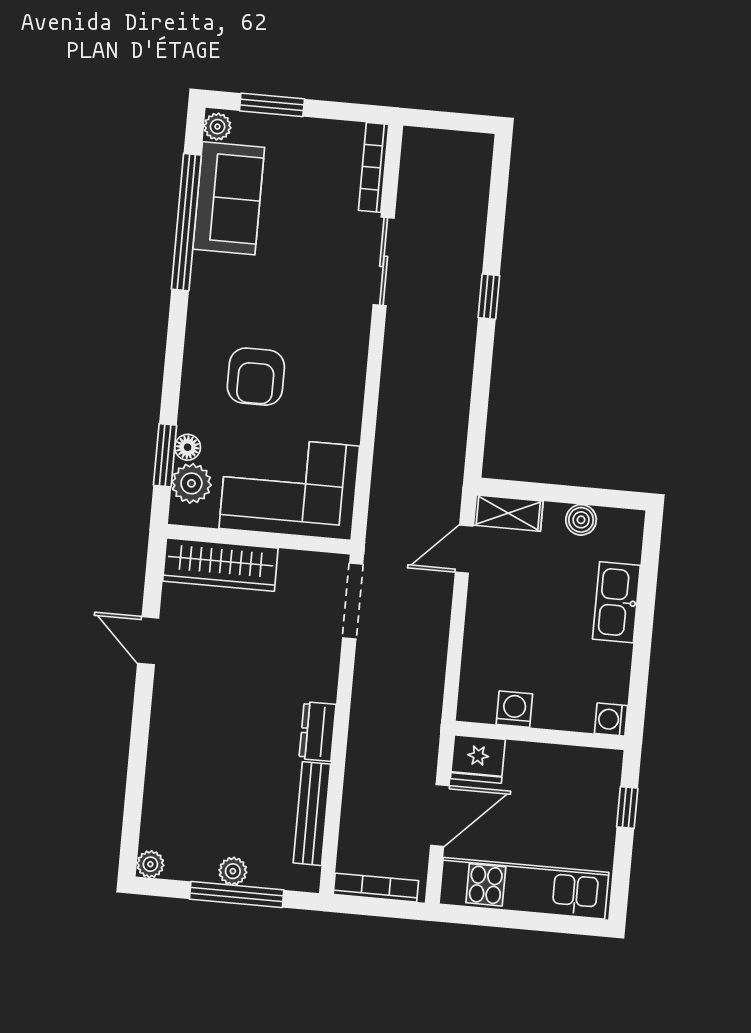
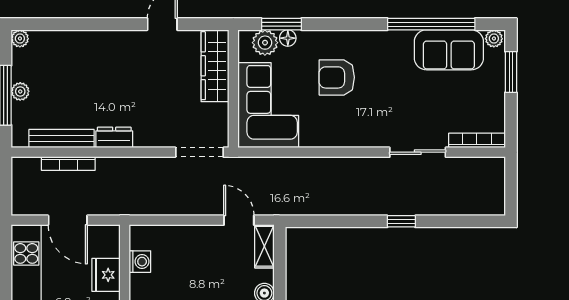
fridge: (478, 759) -> (106, 275), moved
bookcase: (376, 888) -> (68, 164), moved, turned 90

